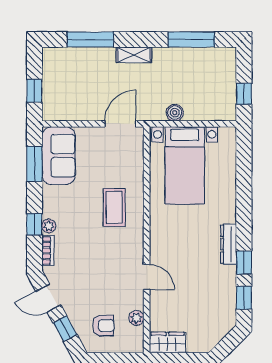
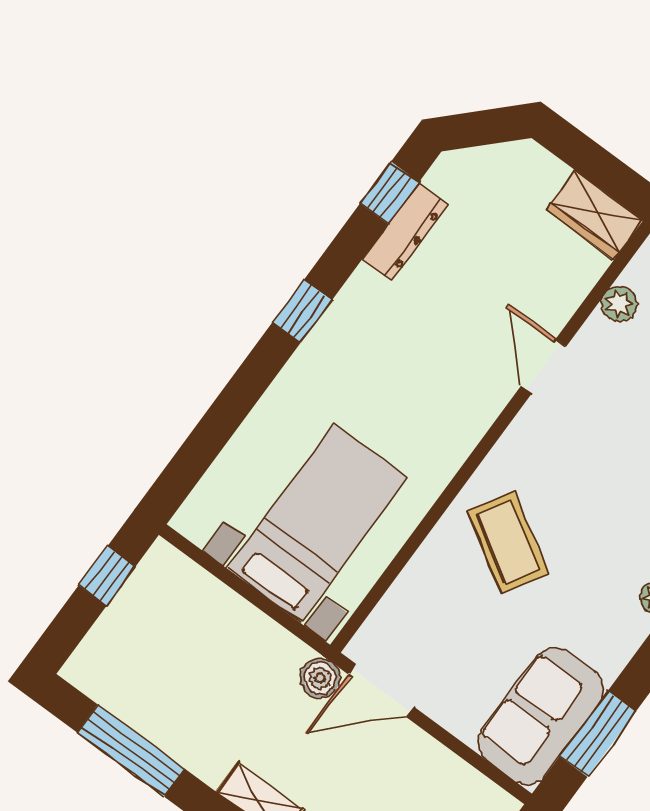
boiler: (175, 113) -> (320, 678), moved
coffee table: (114, 207) -> (508, 542), turned -59
dresser: (229, 244) -> (405, 232), moved
window: (244, 262) -> (302, 311), moved

